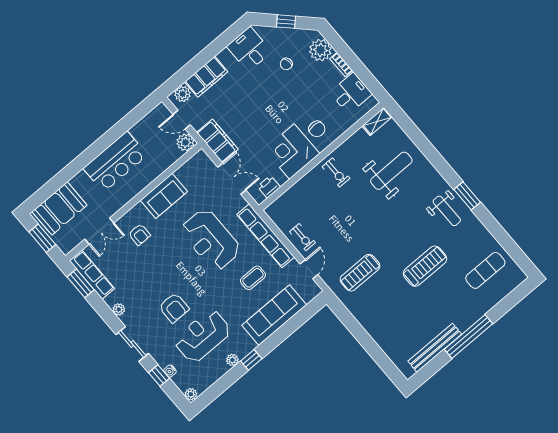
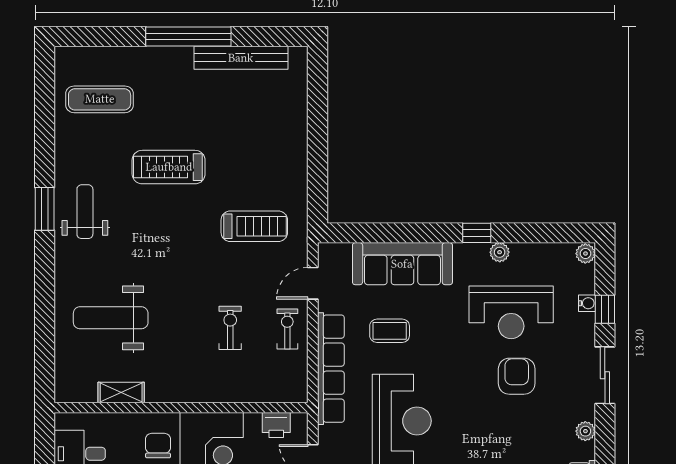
shelving: (377, 121) -> (121, 393), moved
exercise bike: (336, 172) -> (230, 328), moved

